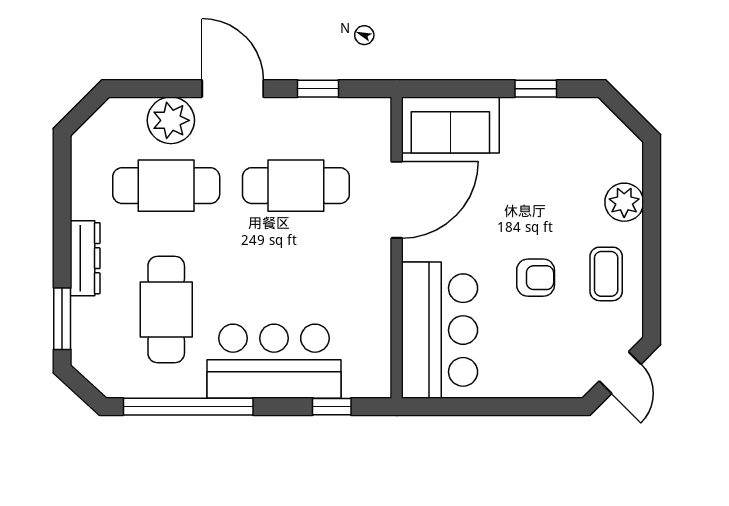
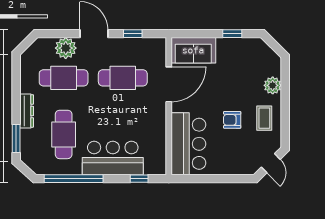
armchair: (536, 278) -> (232, 120), turned 180

